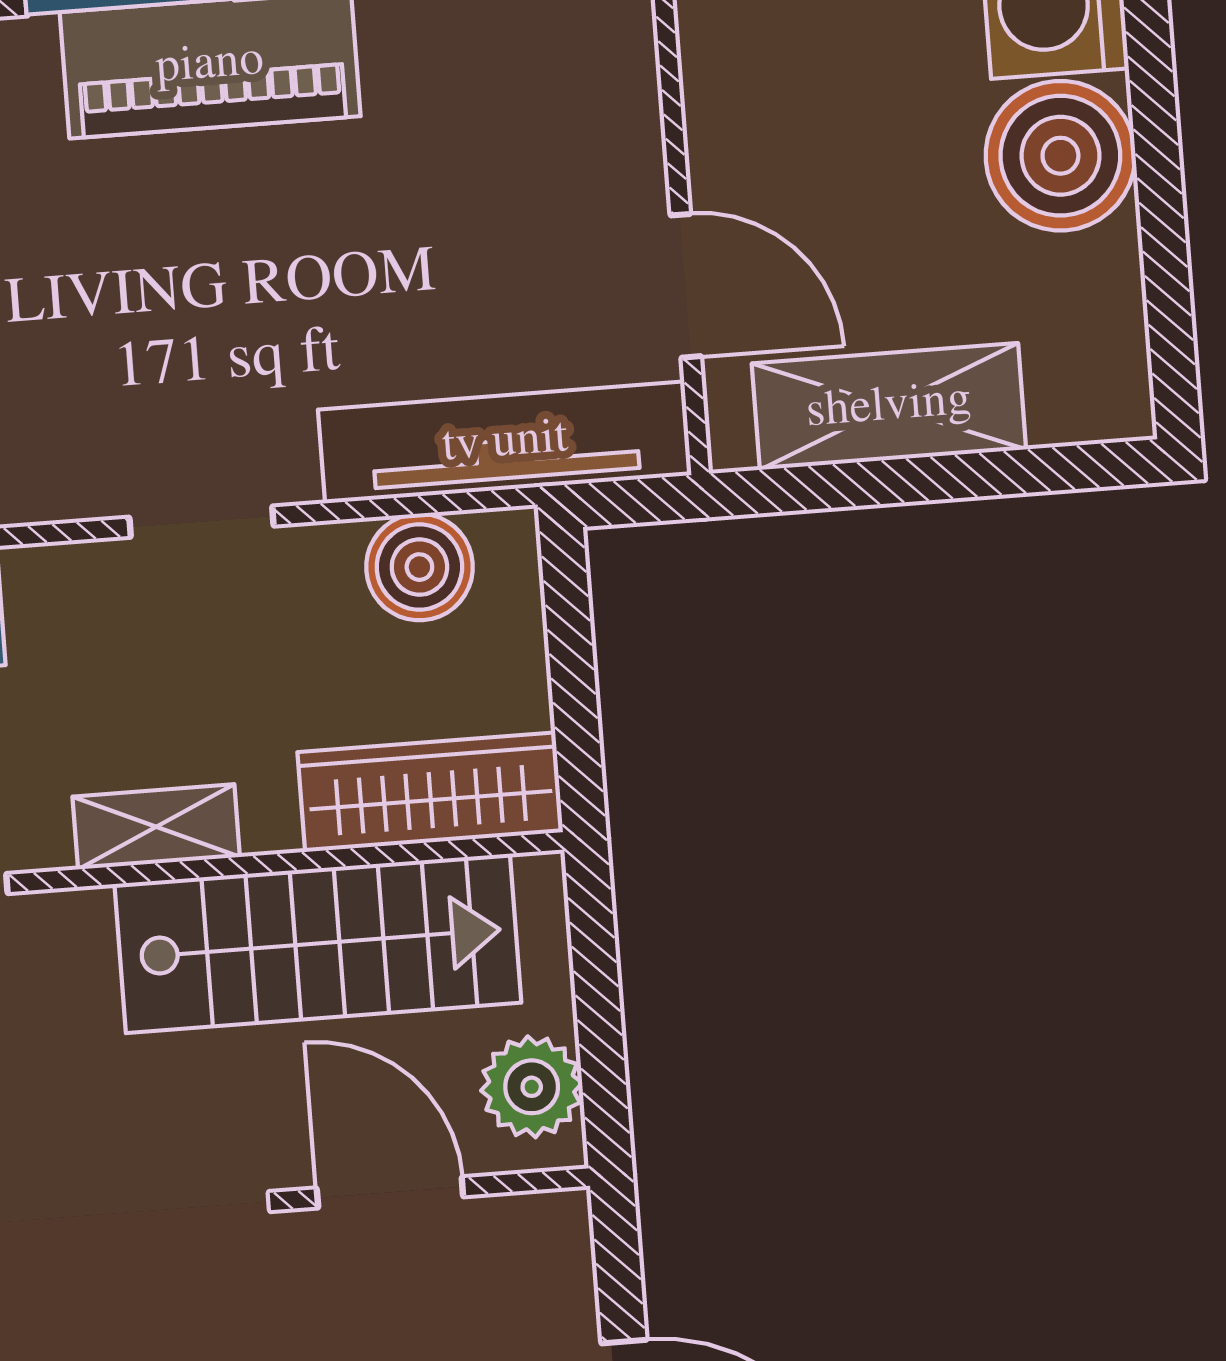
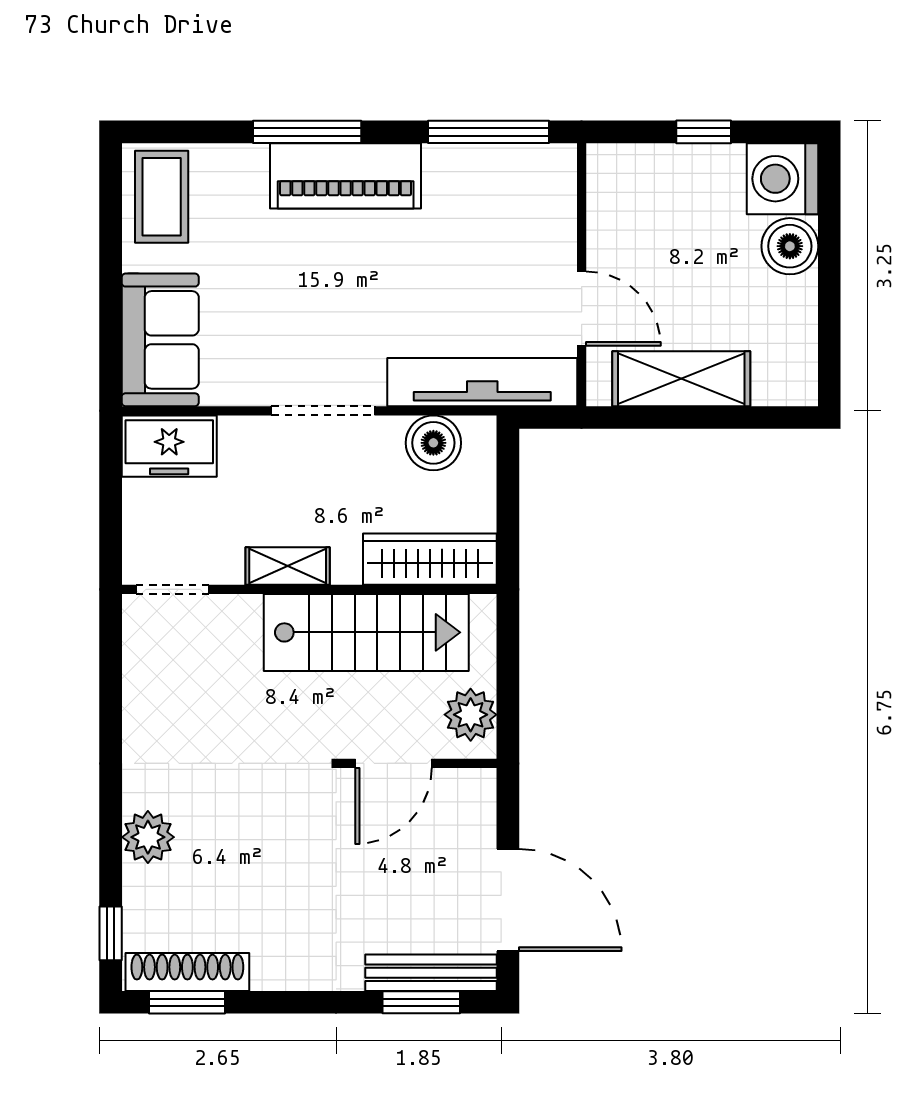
boiler: (1060, 156) -> (790, 246), width x0.73, depth x0.73
doorway: (202, 522) -> (323, 411), width x1.38
door: (390, 1192) -> (393, 763), swing flipped

